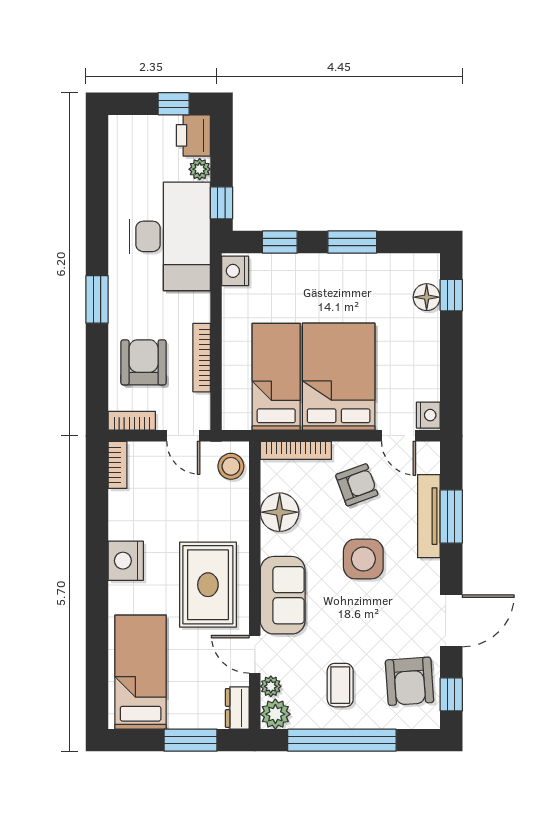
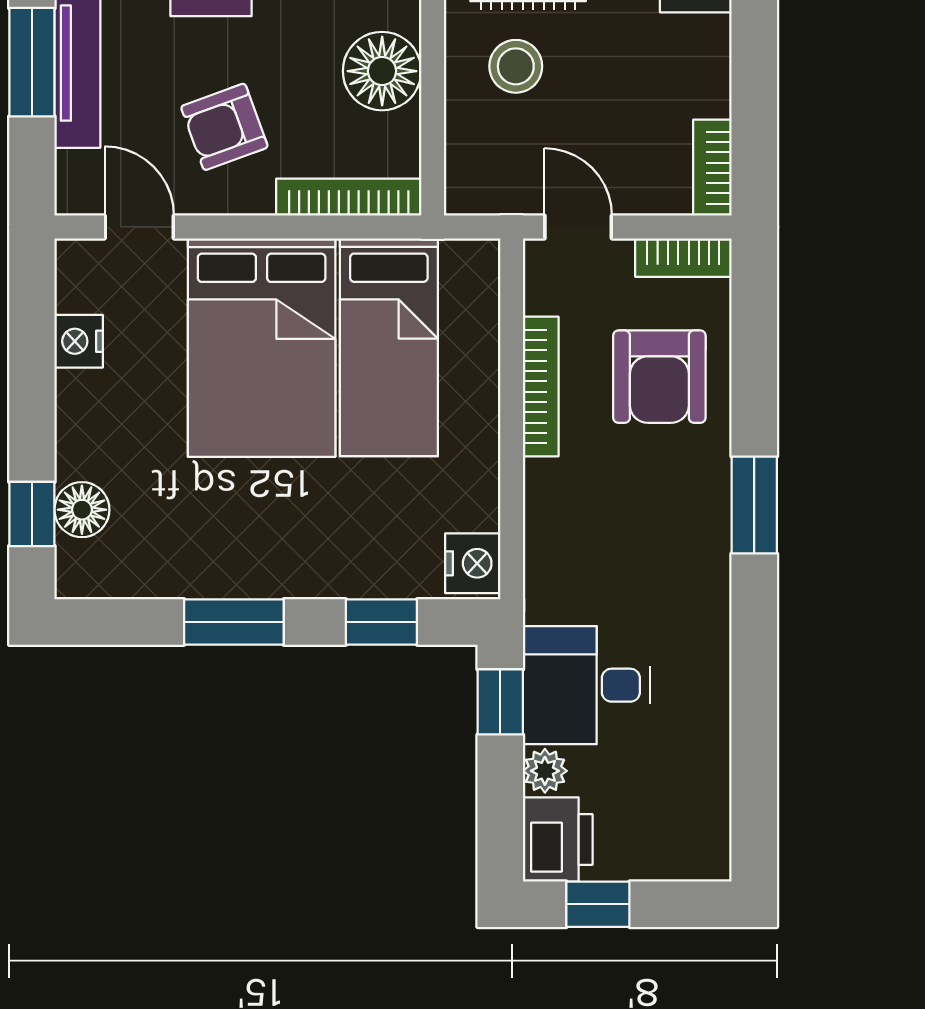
desk: (170, 236) -> (586, 685), width x0.53, depth x0.77
nightstand: (428, 415) -> (79, 341), moved
stool: (231, 466) -> (516, 66), moved

